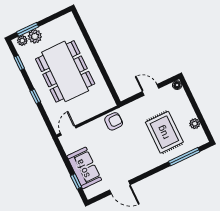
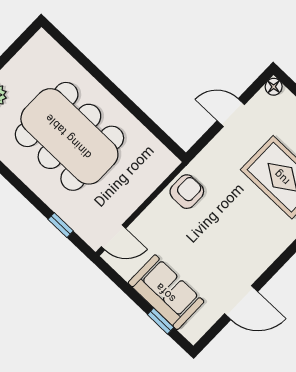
window: (35, 96) -> (61, 225), moved
door: (68, 131) -> (114, 237), swing flipped

